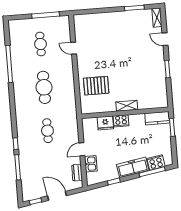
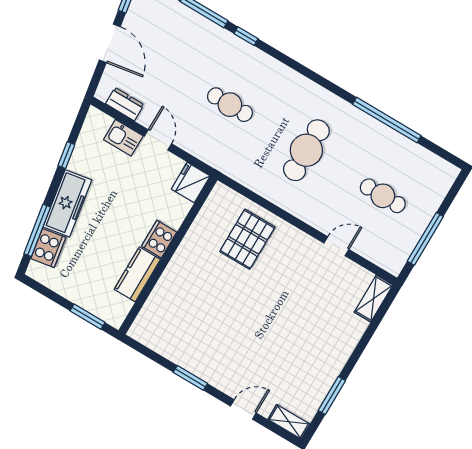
cafe table: (44, 87) -> (306, 150), turned 90
shelving: (127, 106) -> (374, 298), moved
kitchen counter: (157, 118) -> (137, 274), moved
fridge: (105, 123) -> (191, 182), moved
door: (57, 196) -> (110, 43), hinge flipped

